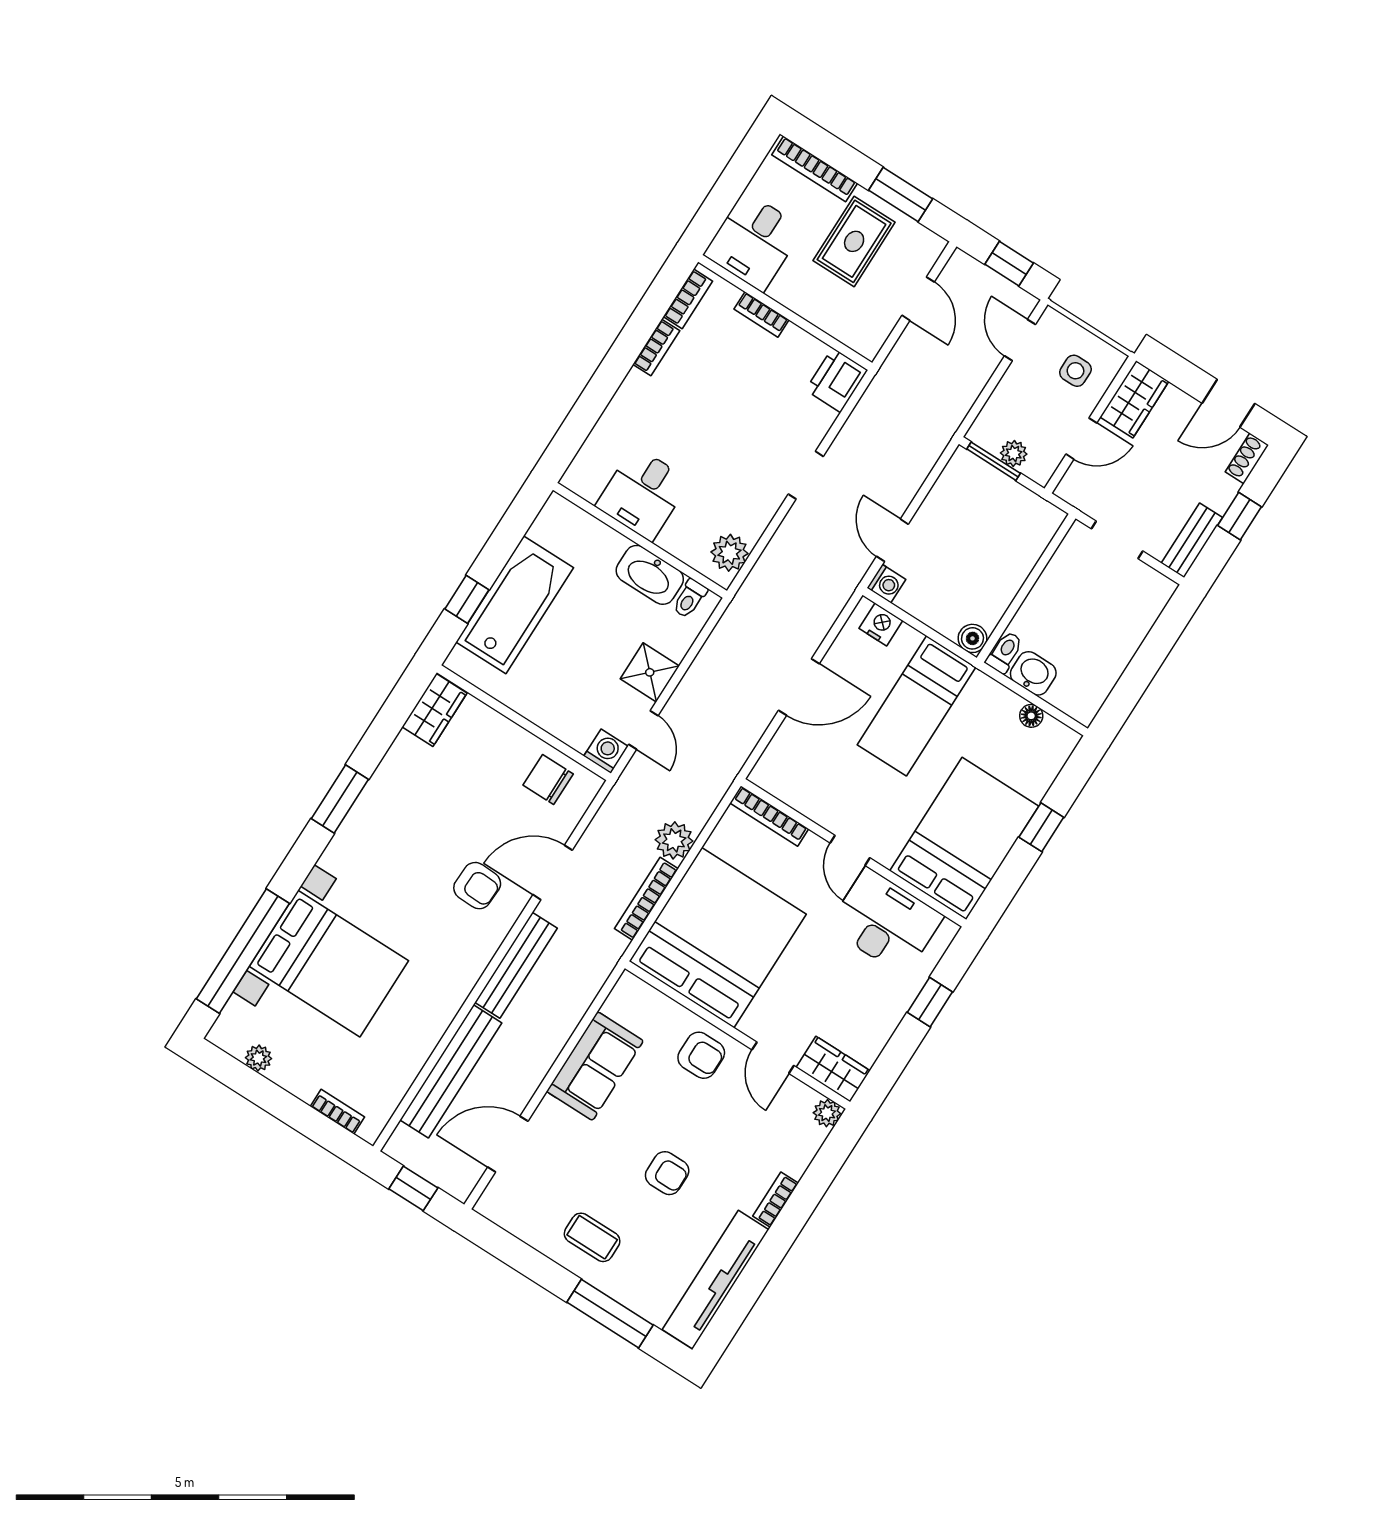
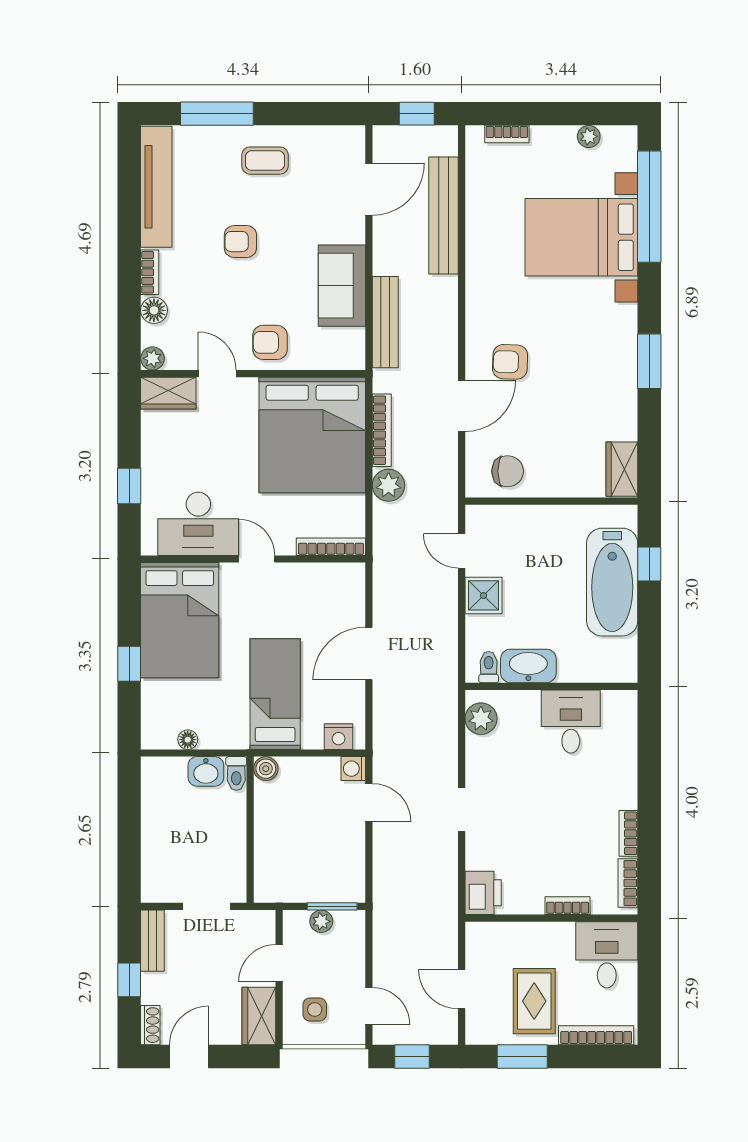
washing machine: (606, 751) -> (479, 518), removed
bench: (516, 965) -> (385, 322), moved
floor lamp: (795, 1160) -> (154, 310), added

